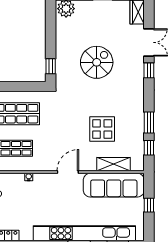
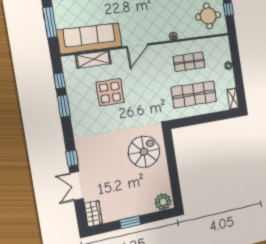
spiral stairs: (97, 62) -> (144, 152), moved, turned 180
window: (51, 66) -> (169, 144), removed
window: (149, 205) -> (50, 22), width x2.17

